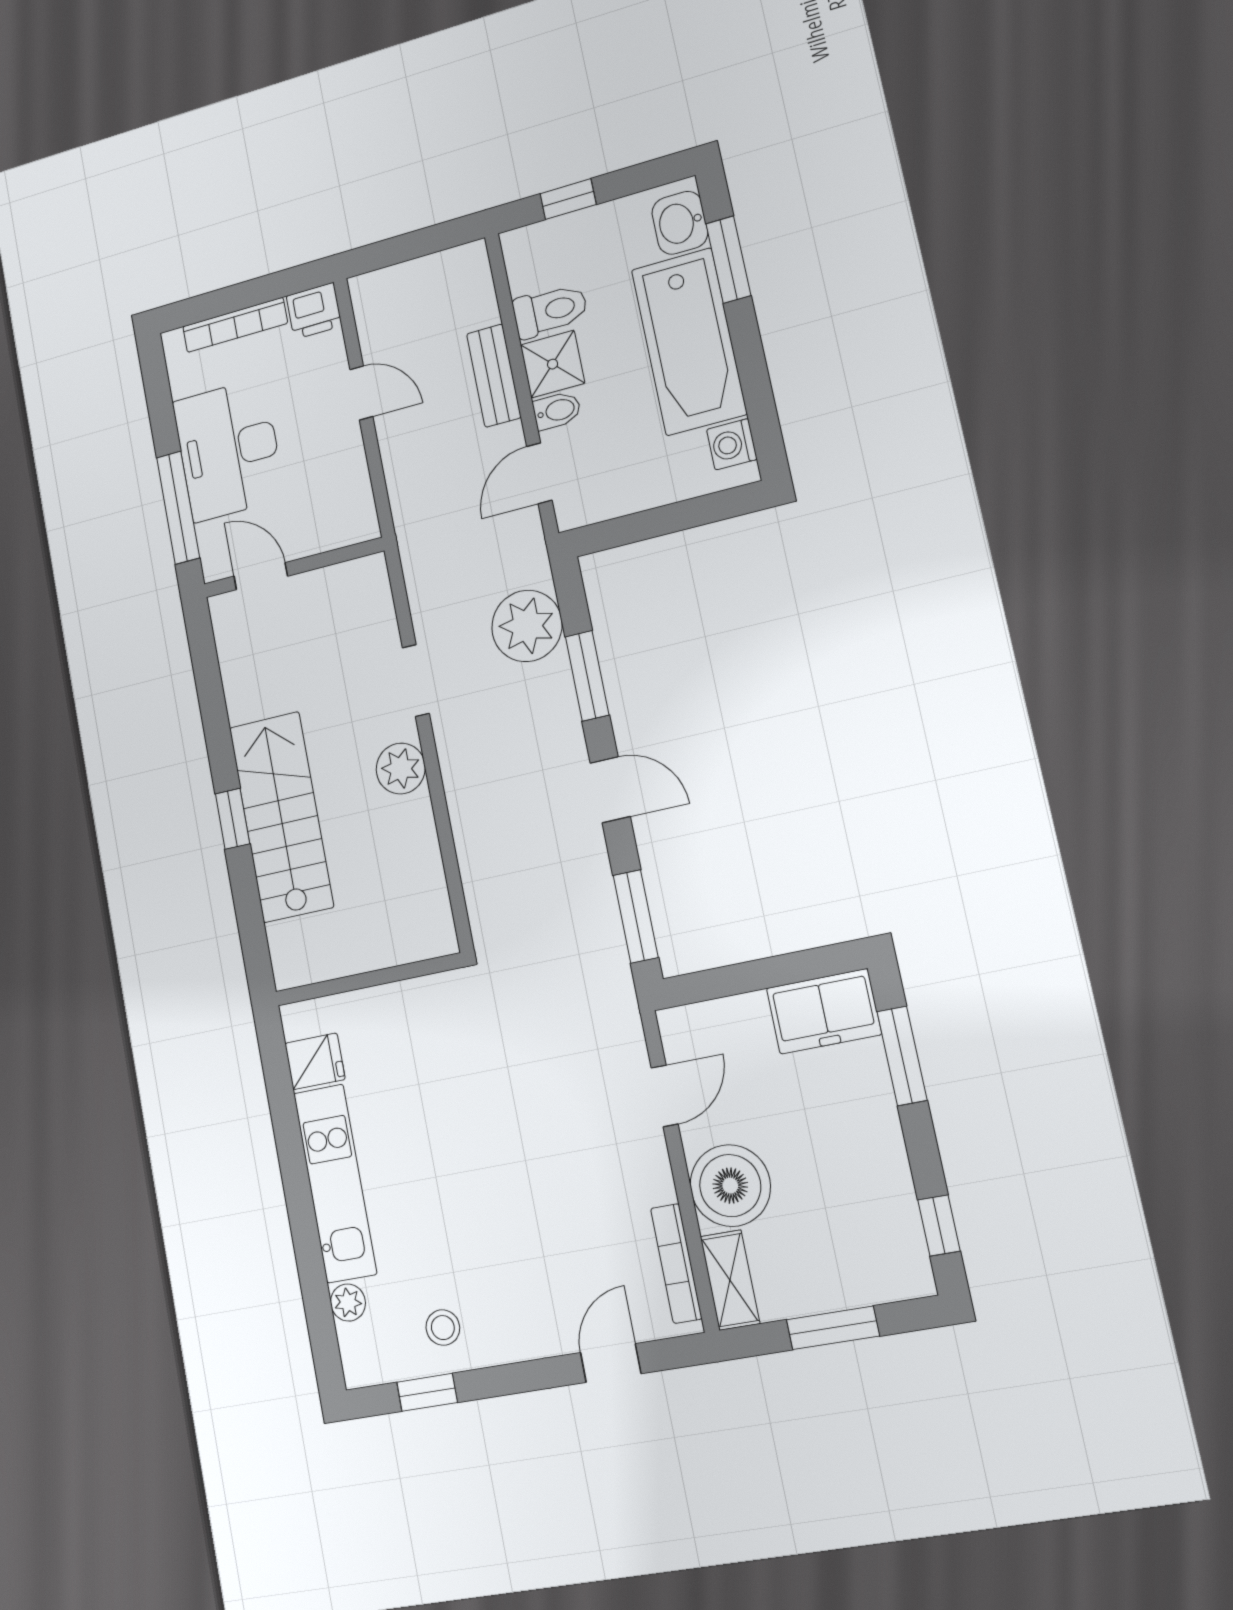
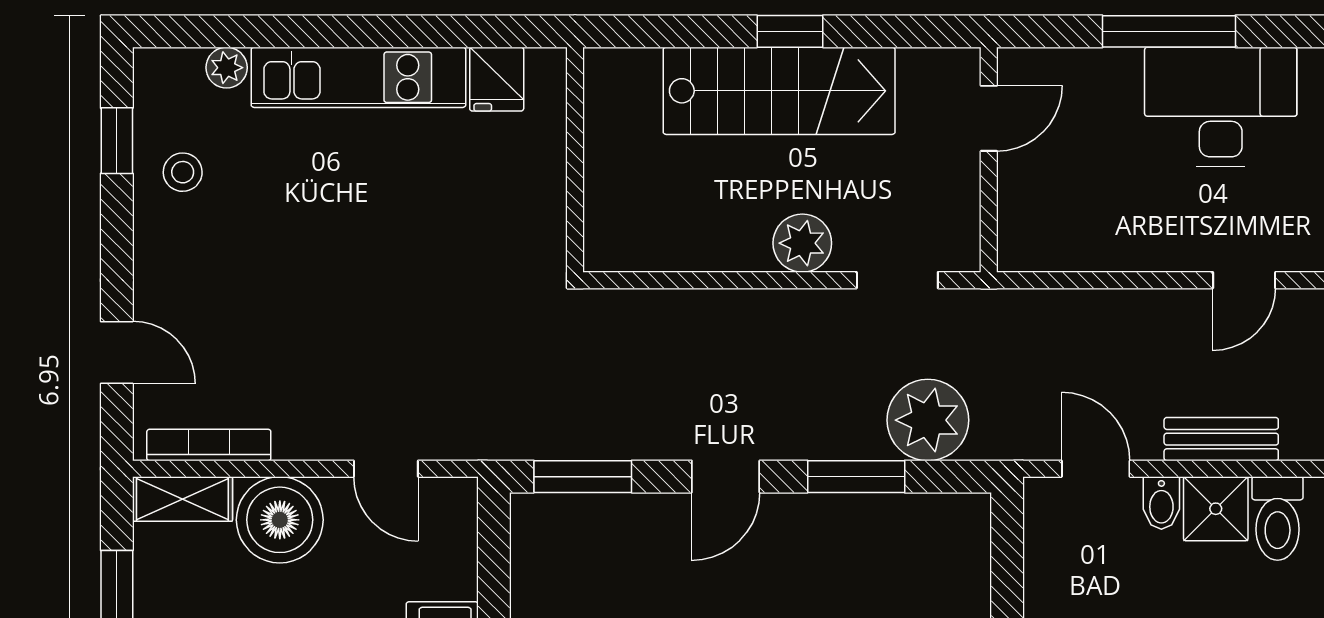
wall: (293, 568) -> (989, 160), moved
door: (261, 576) -> (989, 118), moved

